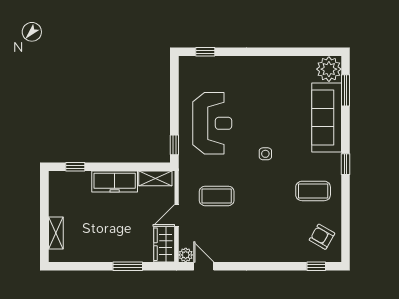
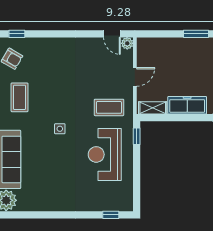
coffee table: (313, 191) -> (20, 97), turned 90
coffee table: (217, 196) -> (109, 107), moved
wardrobe: (164, 244) -> (145, 52), removed
window: (128, 266) -> (196, 34), moved

